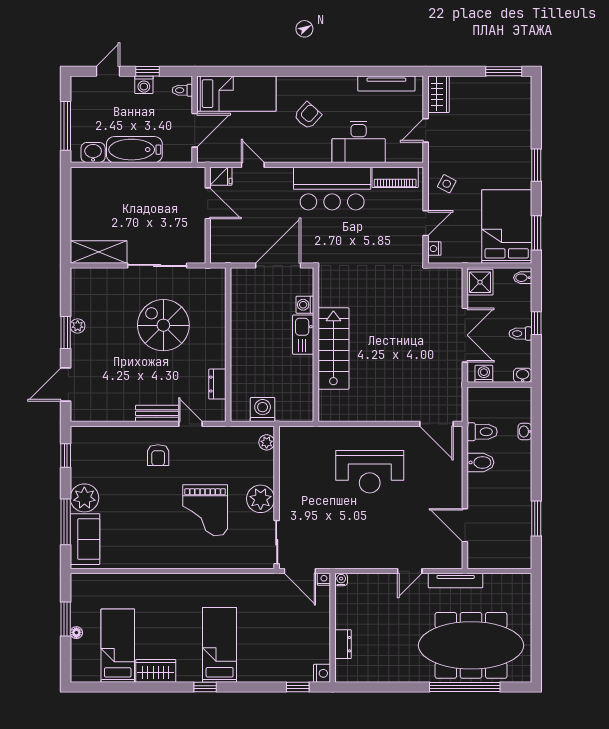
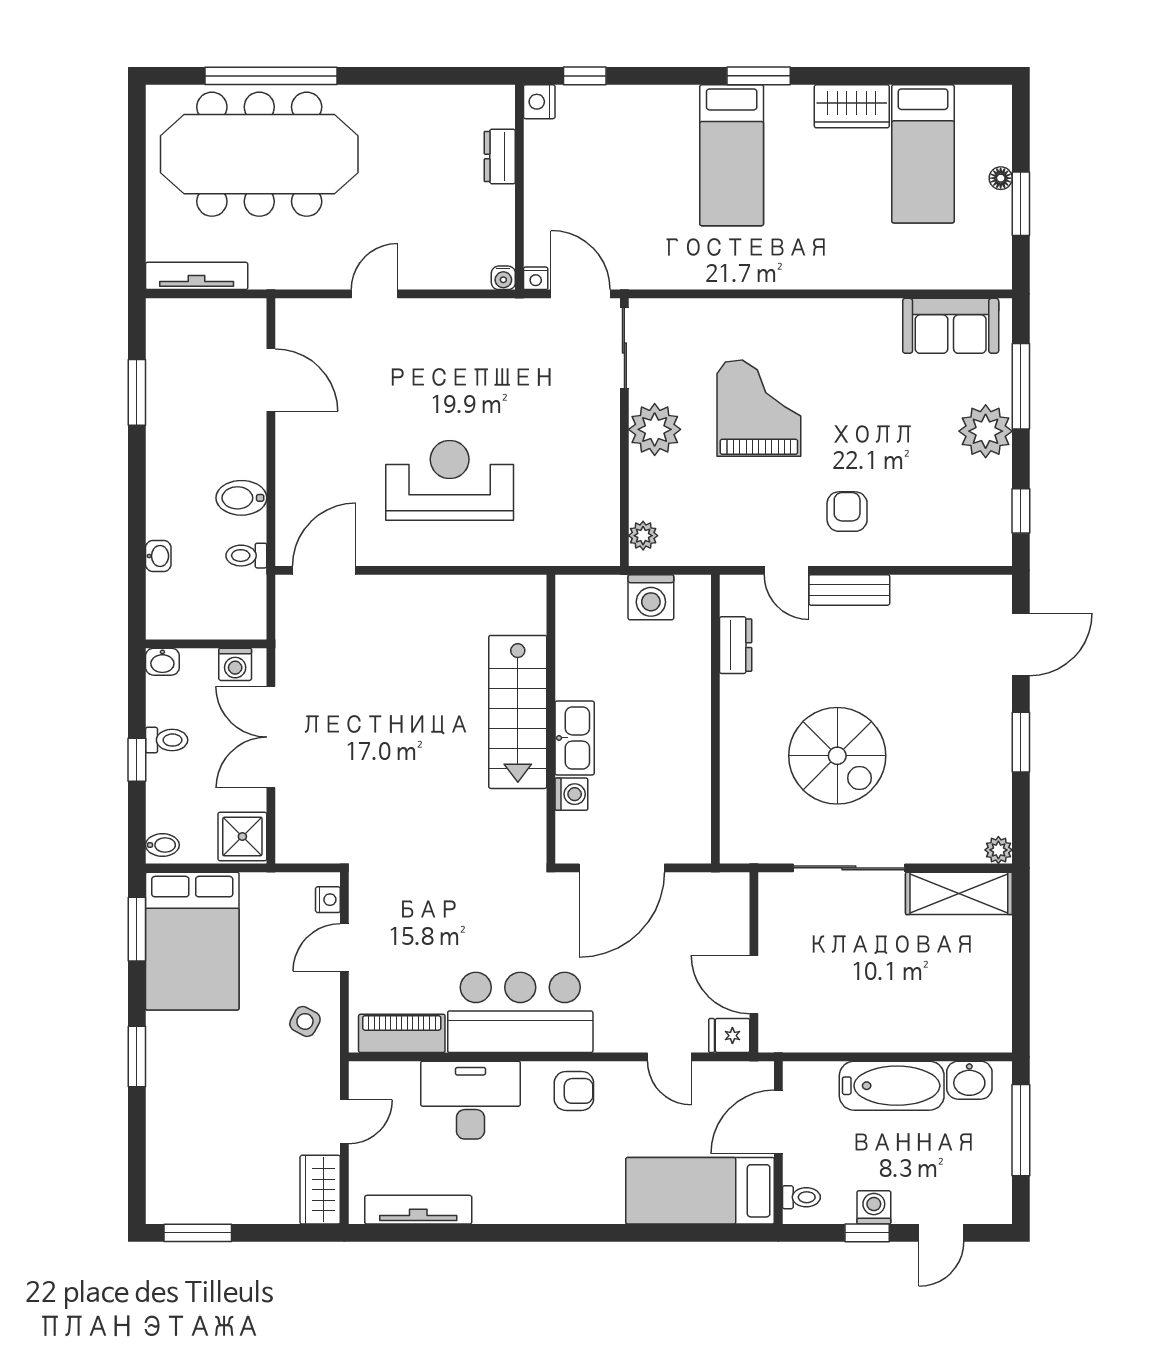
armchair: (308, 116) -> (574, 1091), moved, turned -132
plant: (78, 326) -> (998, 850), moved
door: (436, 424) -> (324, 570), hinge flipped
toilet: (482, 432) -> (246, 556), width x0.73, depth x0.72
sofa: (85, 539) -> (951, 326), moved, turned -90
tv unit: (456, 581) -> (197, 276), moved
window: (205, 687) -> (759, 76), width x1.50

